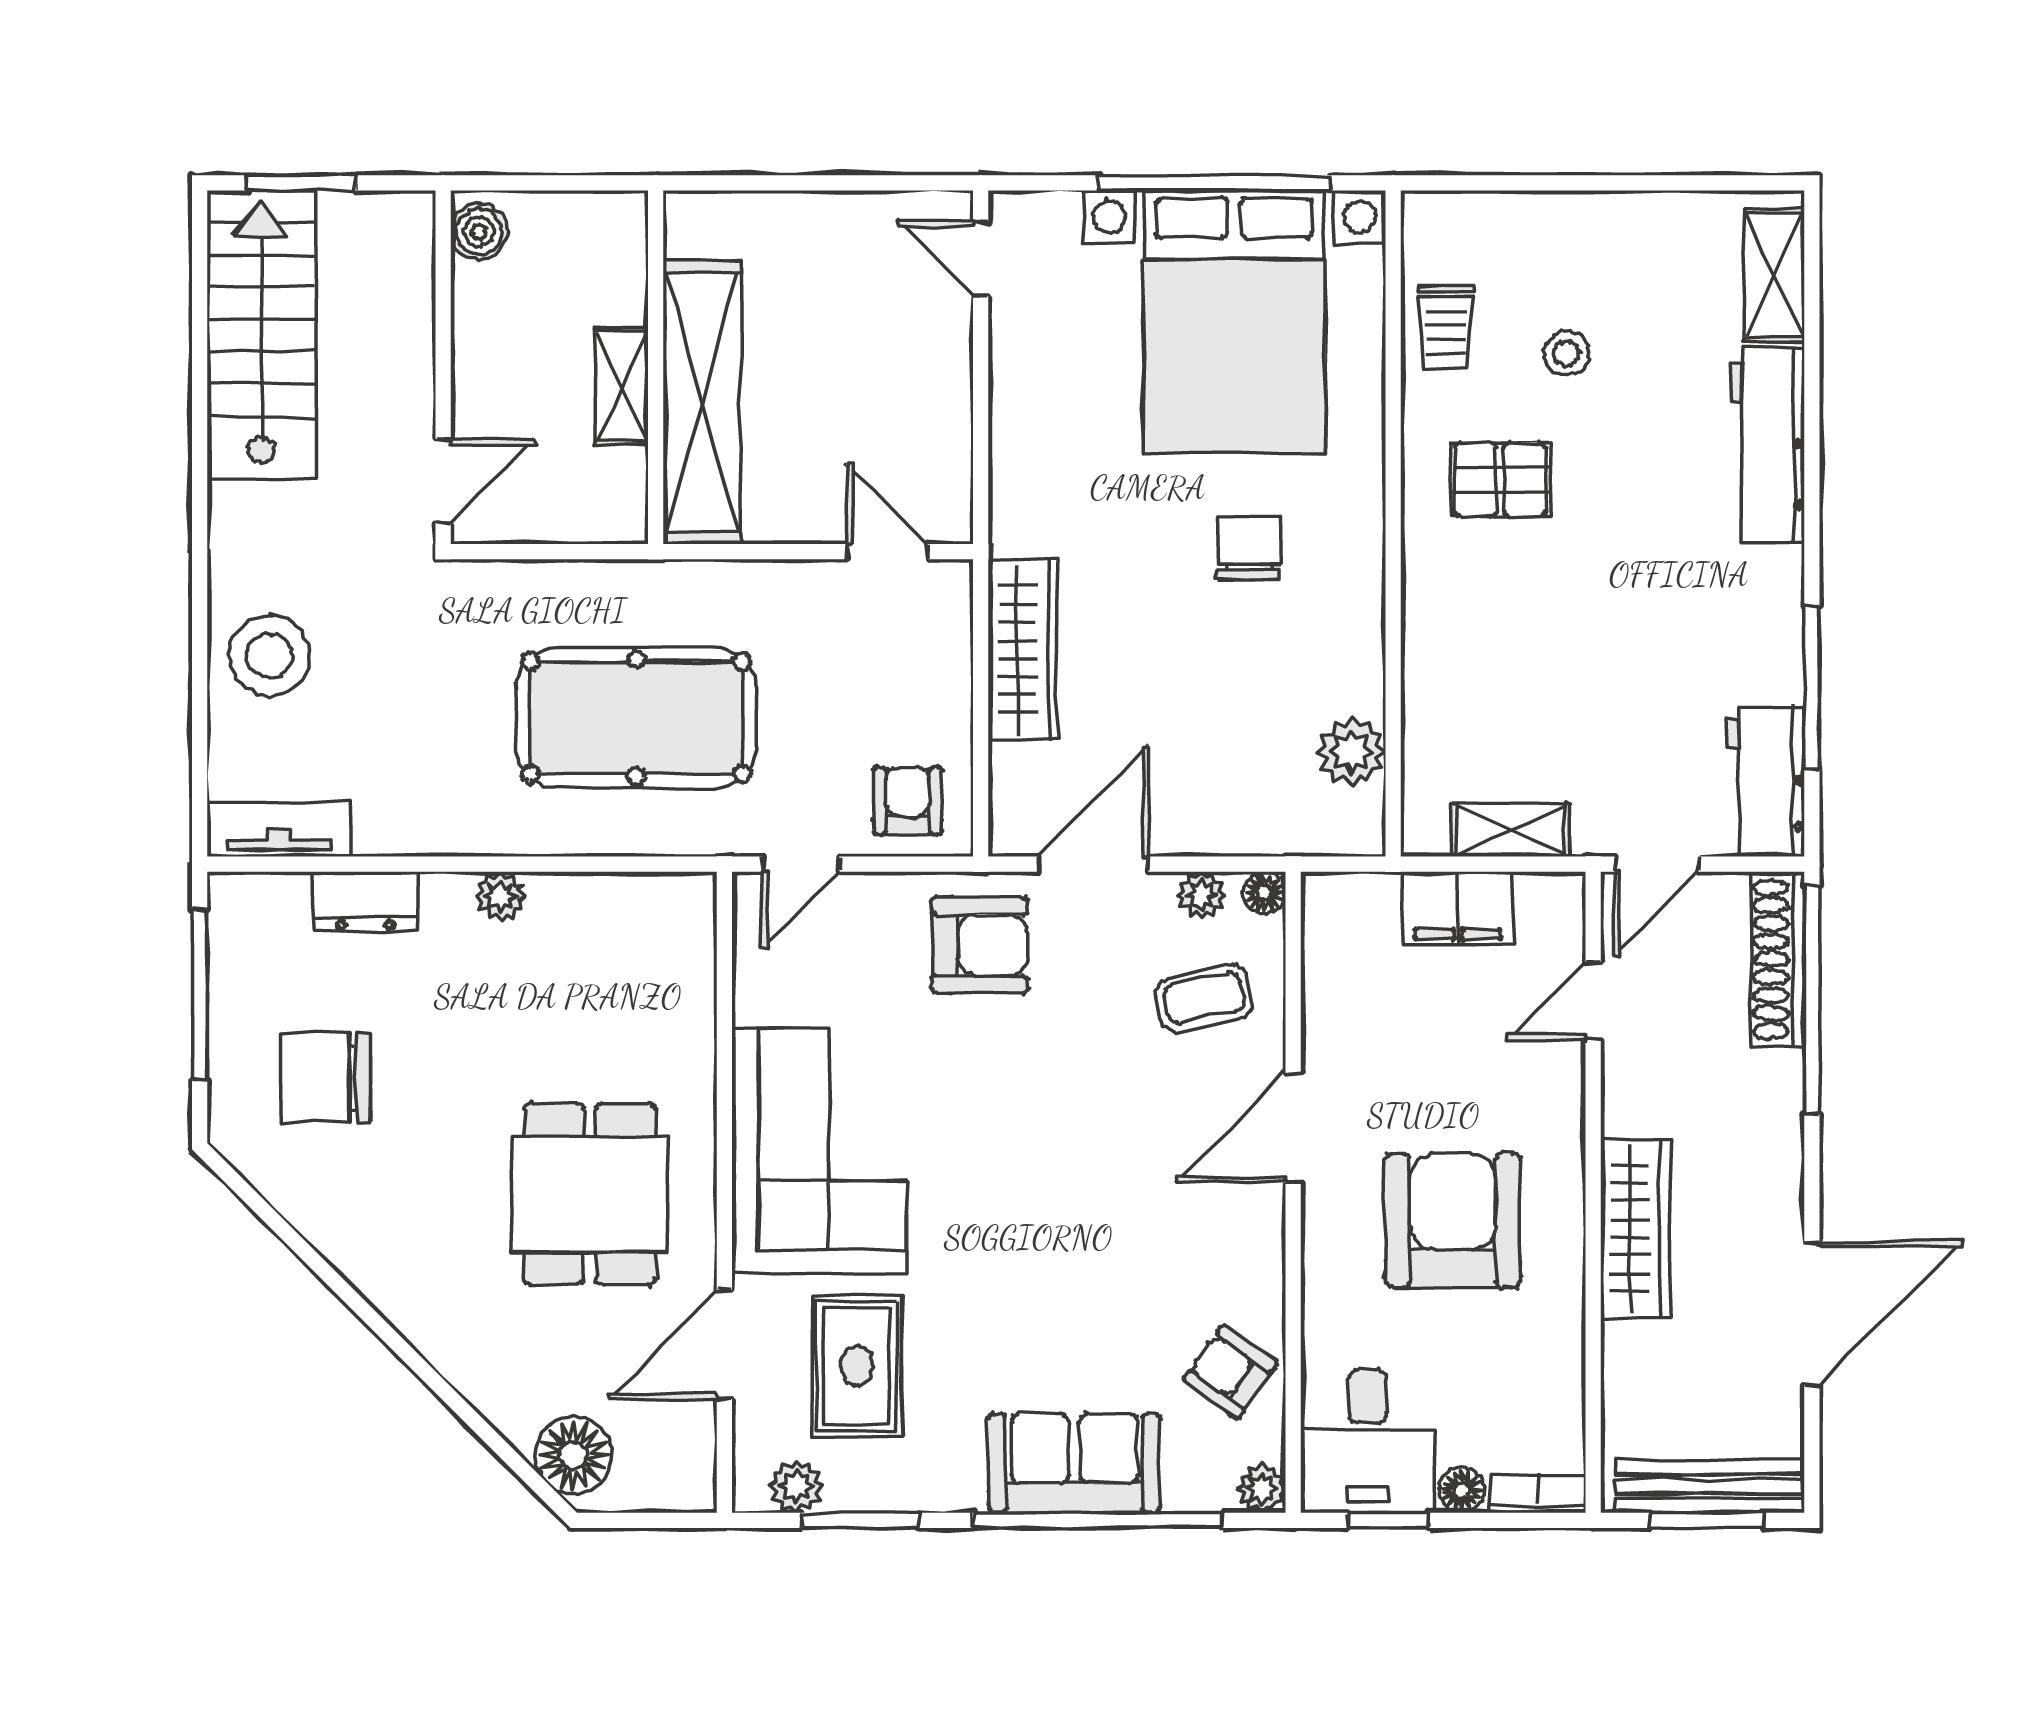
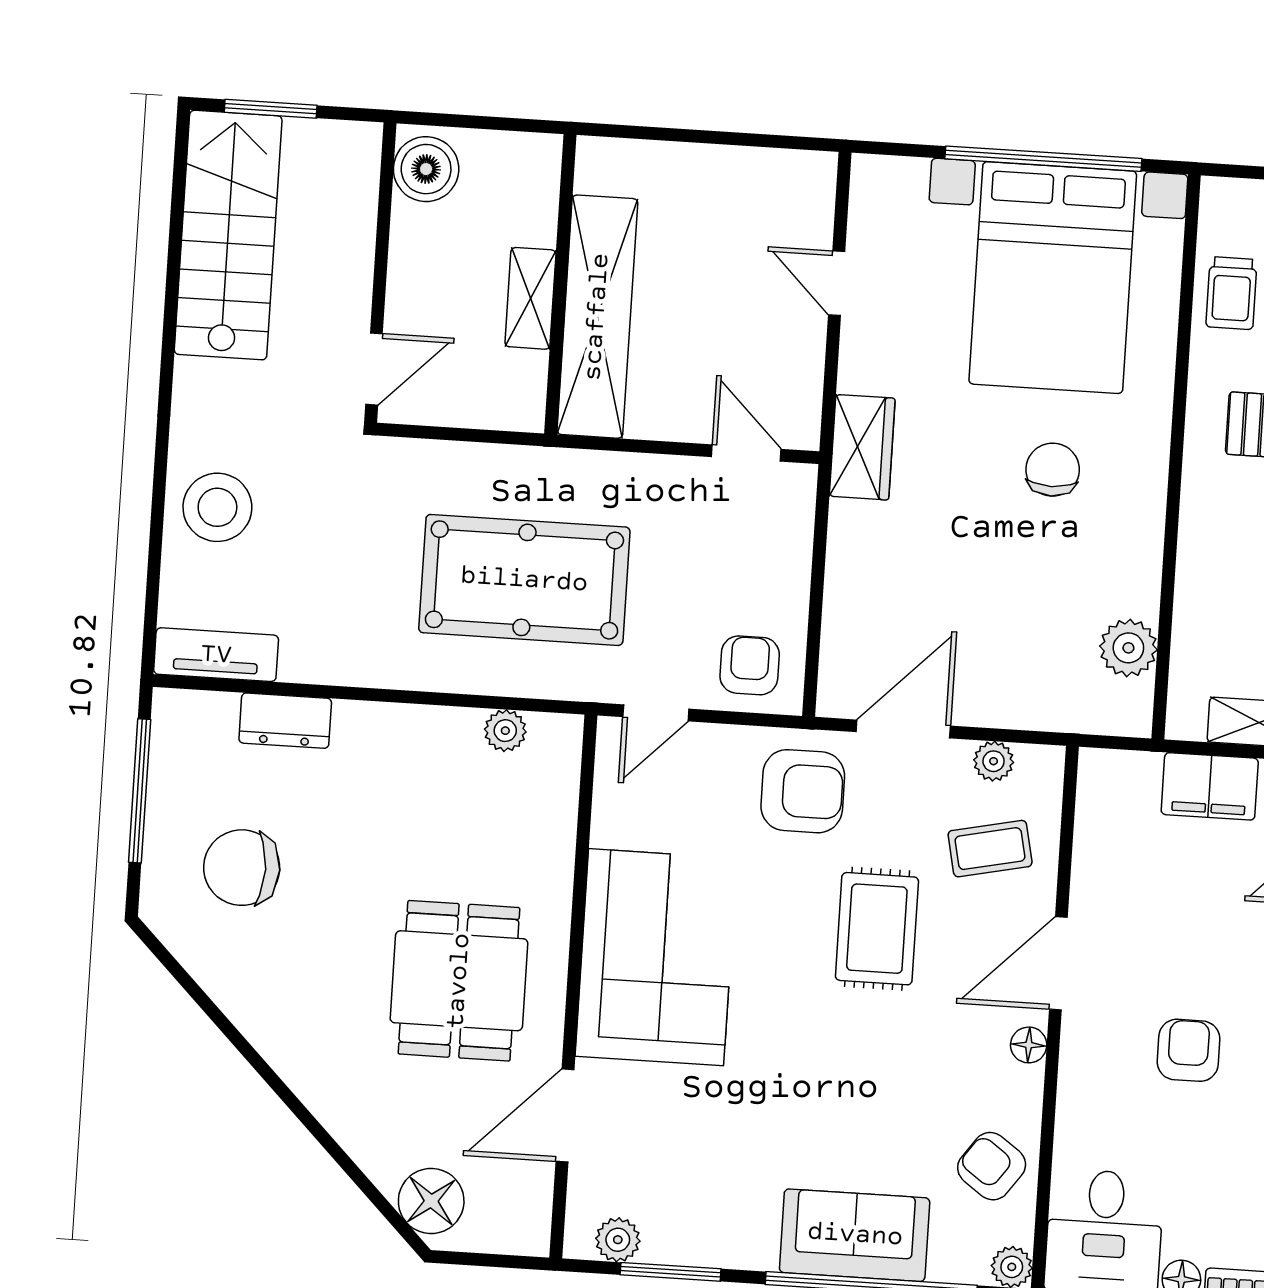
boiler: (479, 232) -> (426, 169), width x1.36, depth x1.36
door: (981, 259) -> (837, 283), moved
wardrobe: (1023, 649) -> (862, 447), moved, width x0.67
floor lamp: (1264, 893) -> (1029, 1045), moved
plant: (501, 896) -> (505, 731), moved
armchair: (1453, 1220) -> (1188, 1050), width x0.53, depth x0.53
rug: (857, 1366) -> (877, 929), moved

